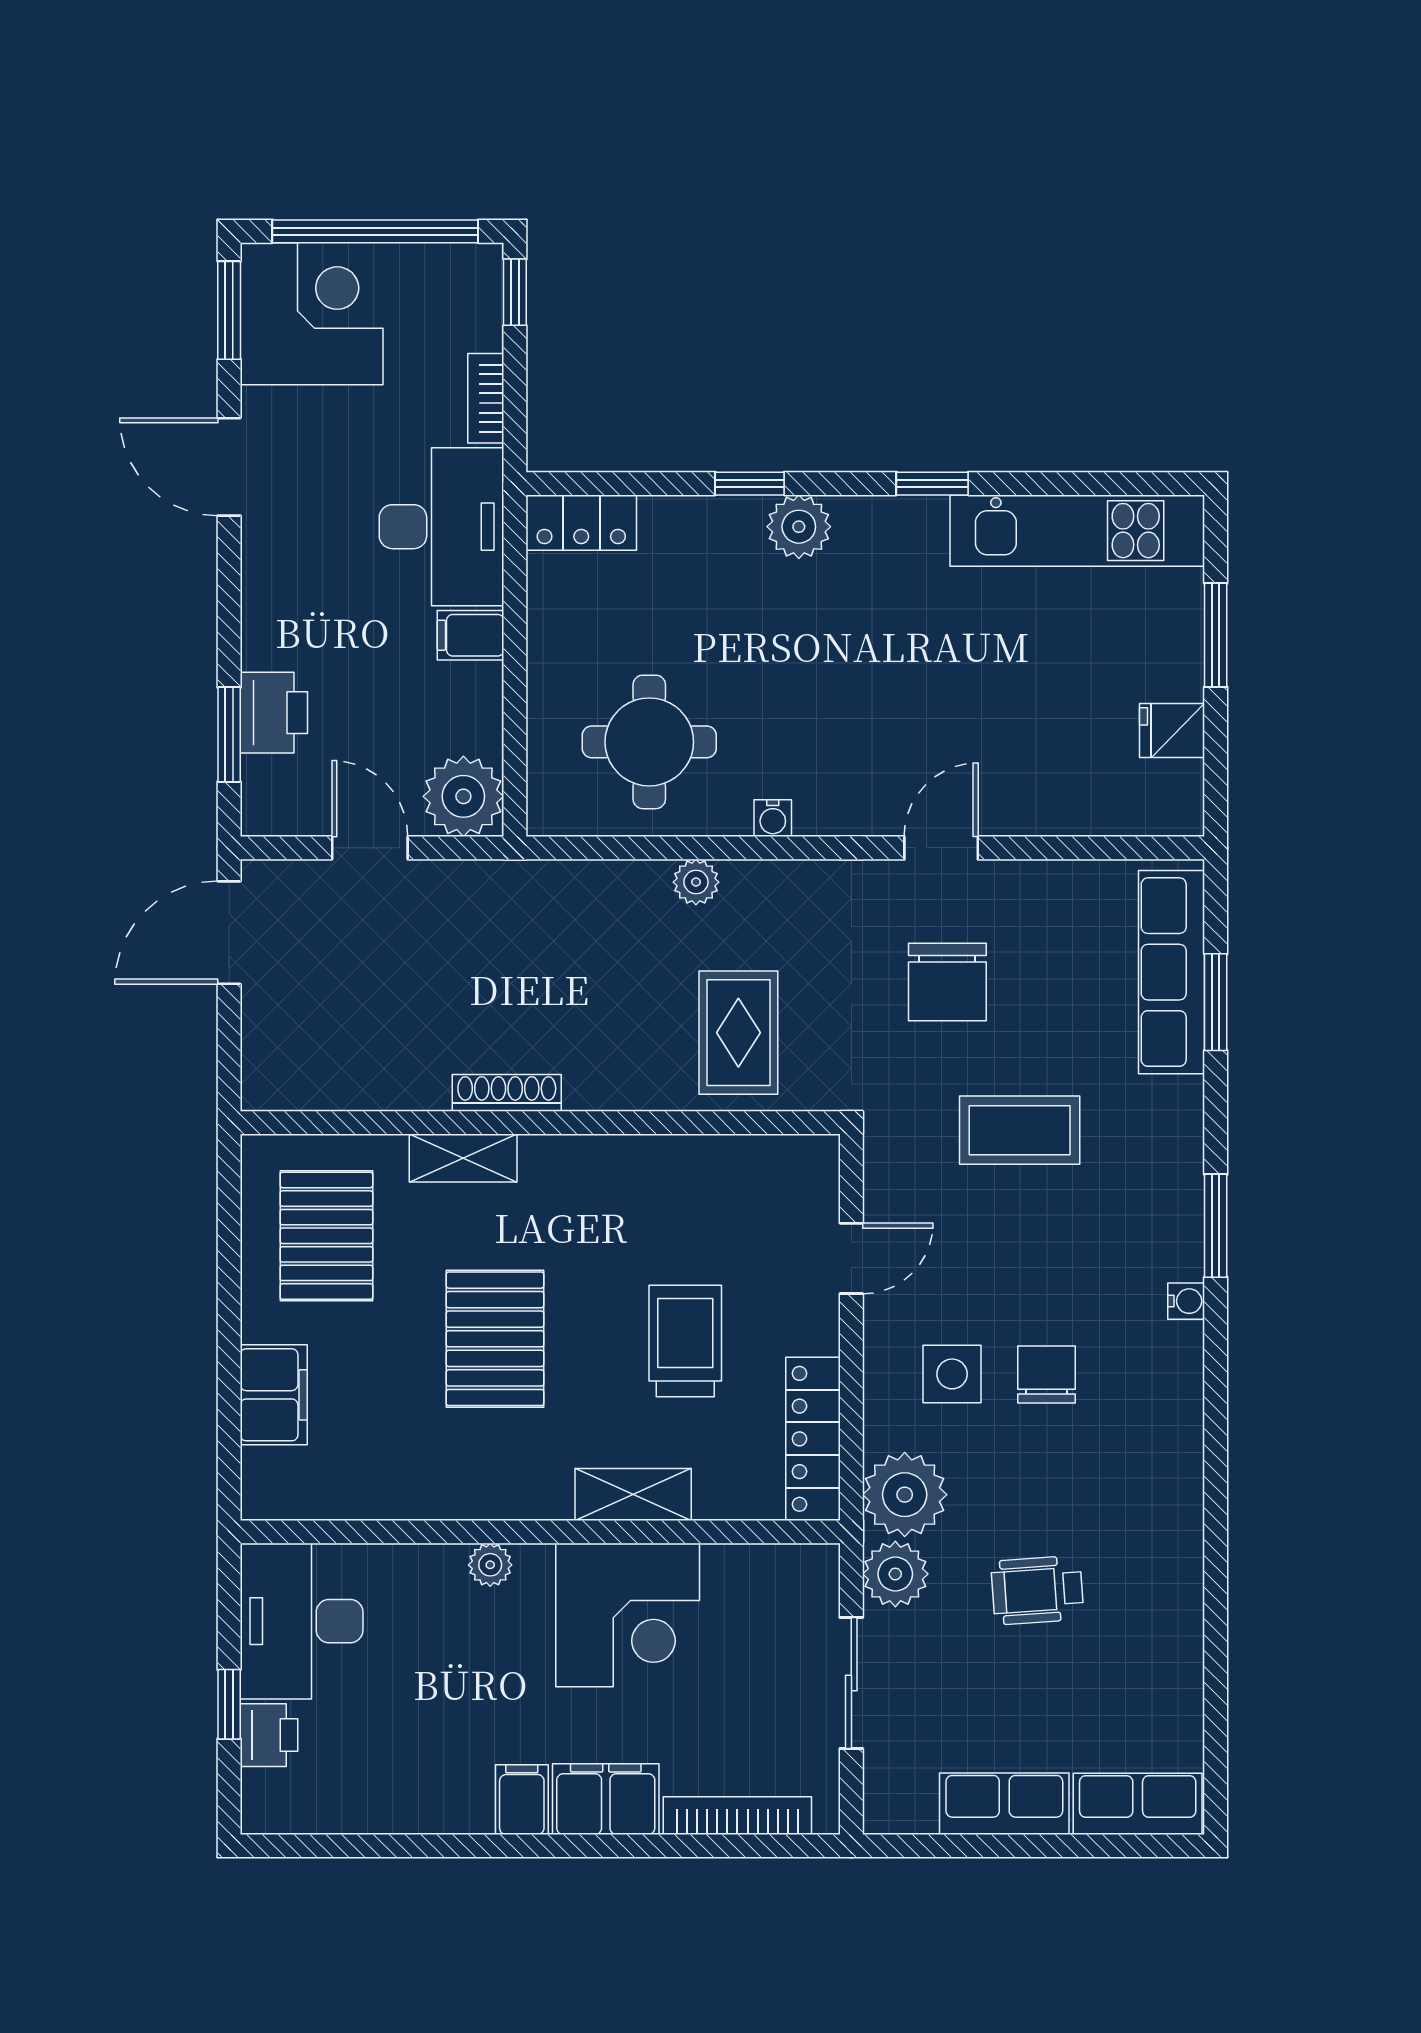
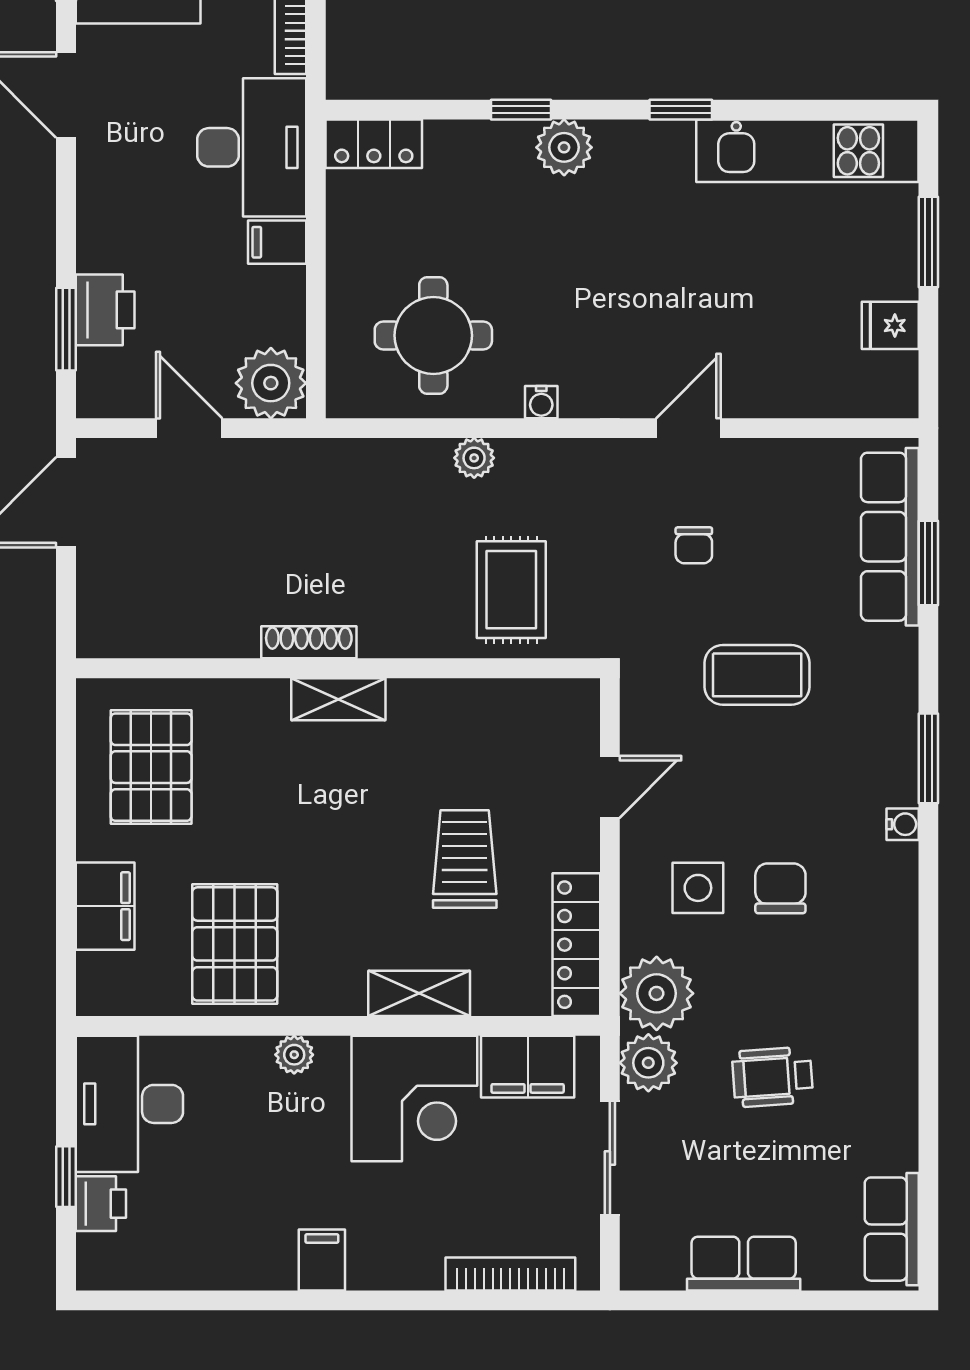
chair: (947, 982) -> (694, 545), width x0.54, depth x0.54
shelving: (463, 1158) -> (338, 699), moved
pallet: (495, 1339) -> (235, 944), moved
filing cabinet: (606, 1799) -> (528, 1067), moved, turned 180
row of seats: (1138, 1804) -> (892, 1229), moved, turned -90

